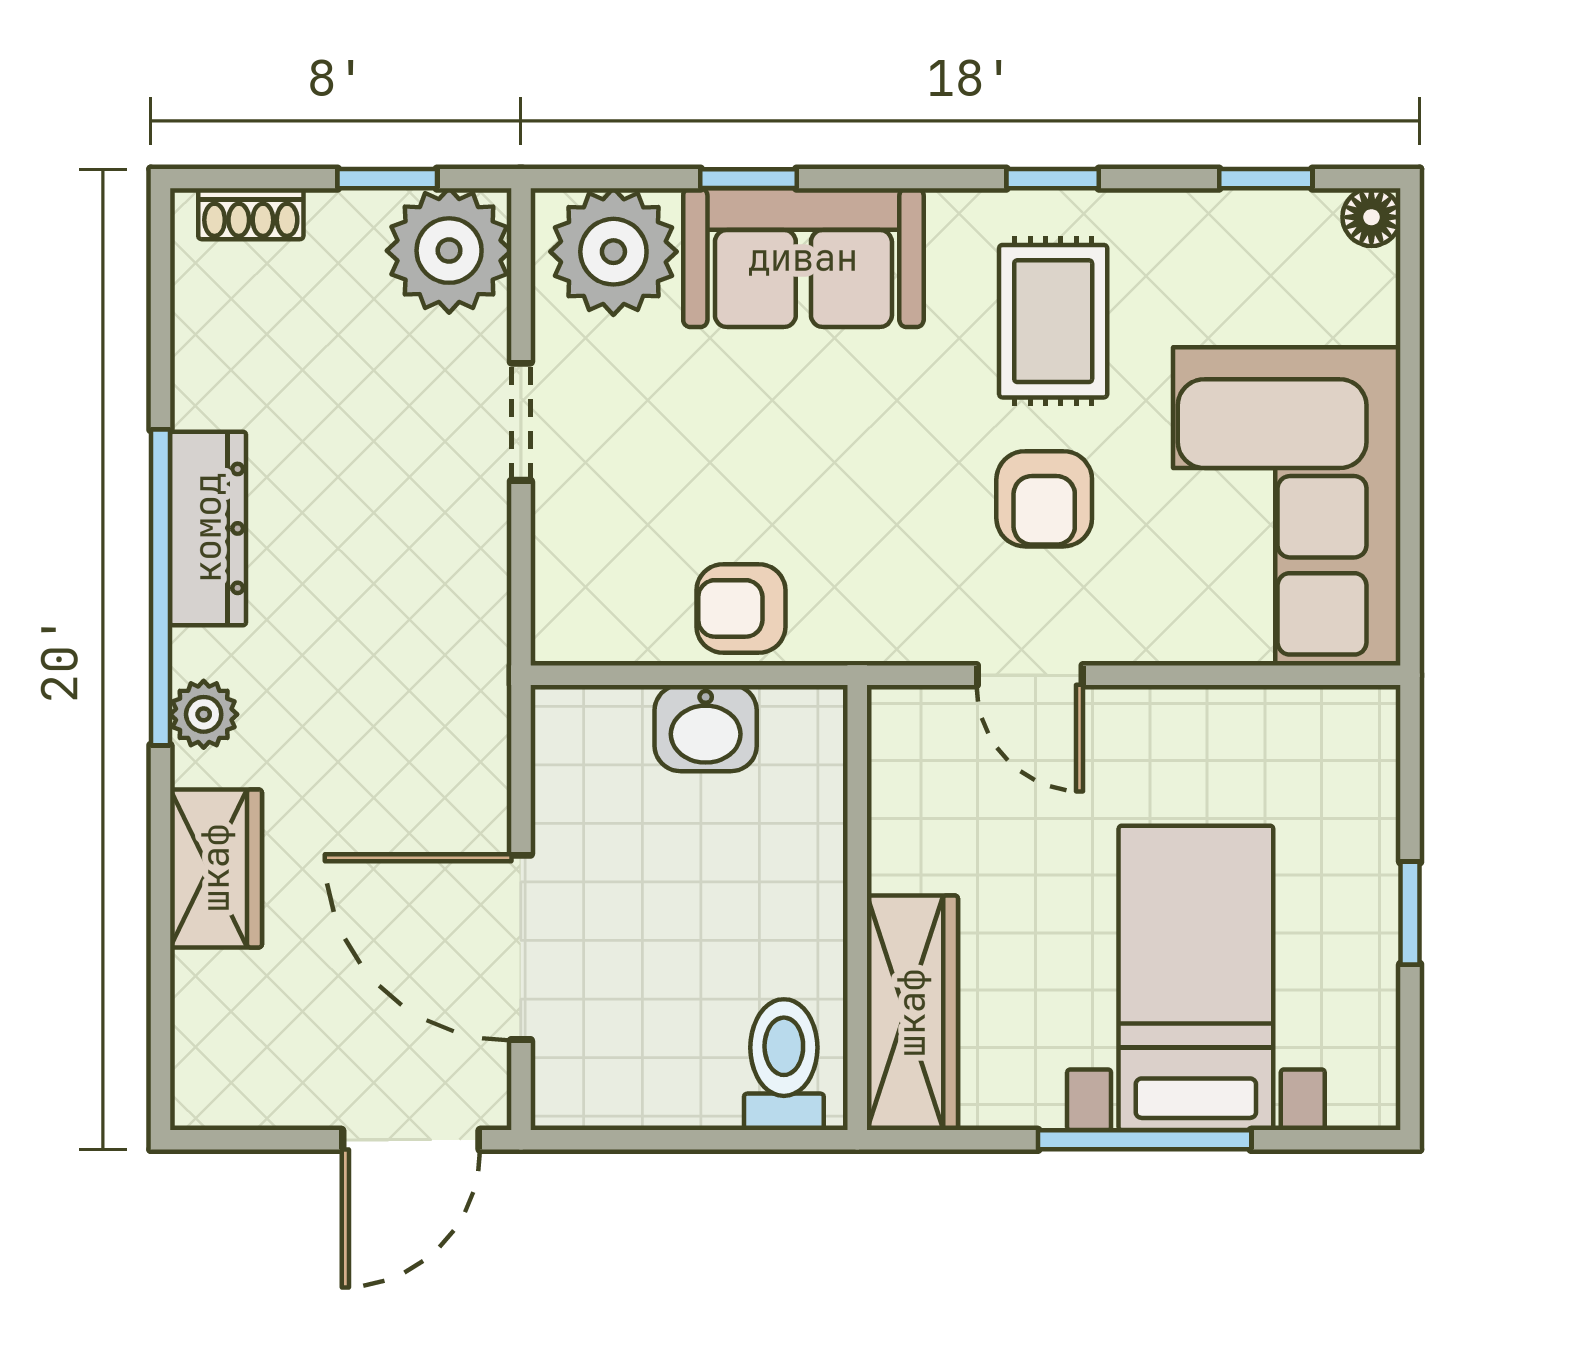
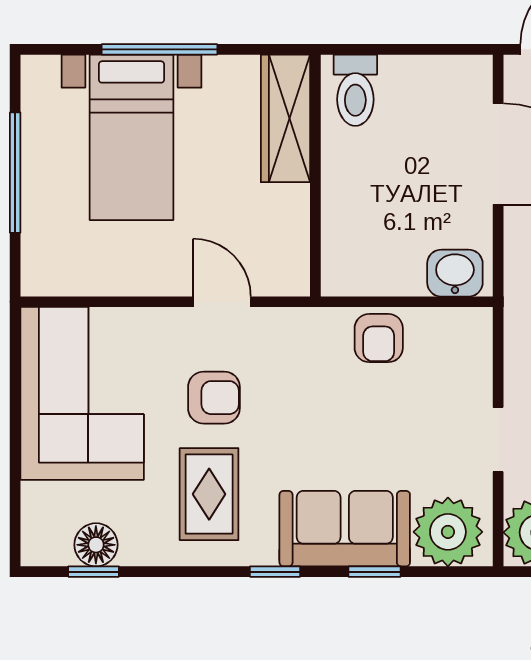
window: (1053, 179) -> (275, 572), moved
floor lamp: (1371, 217) -> (96, 545), moved, width x1.37, depth x1.37
armchair: (1044, 499) -> (214, 398), turned 90
armchair: (741, 608) -> (379, 338), turned 90
washbasin: (706, 728) -> (455, 273), moved
window: (1410, 913) -> (15, 173), width x2.17

